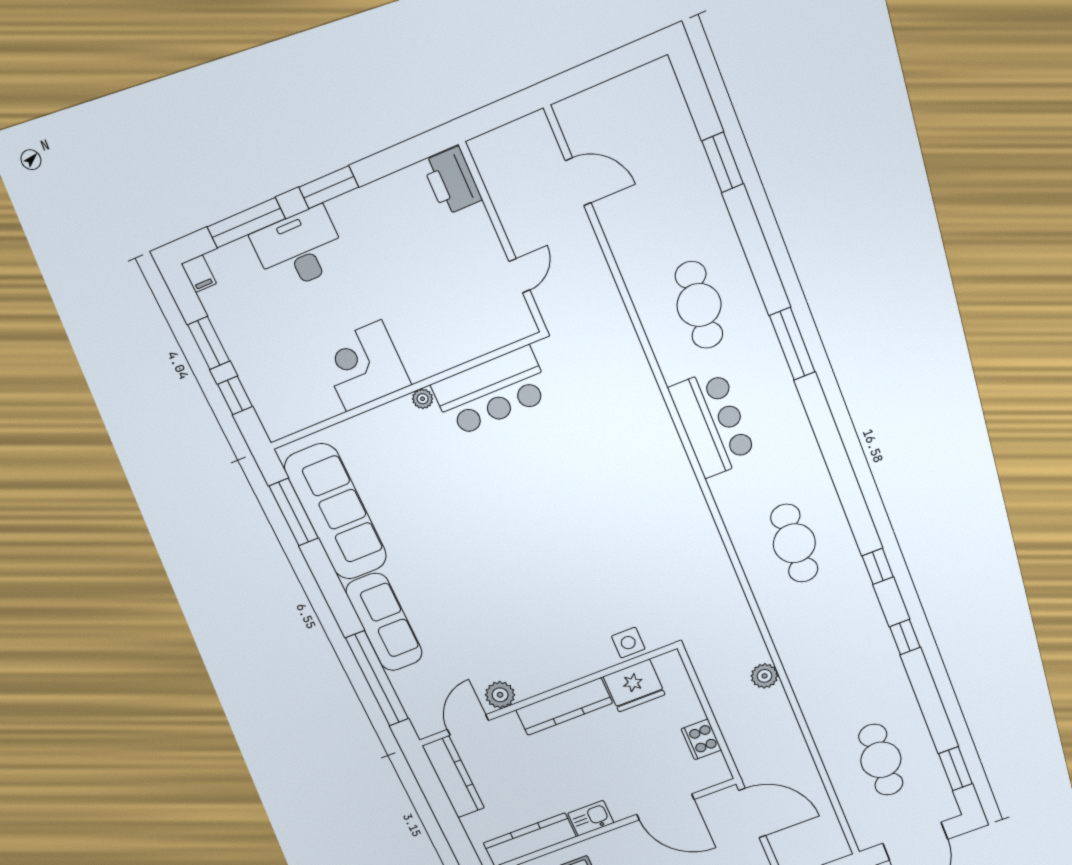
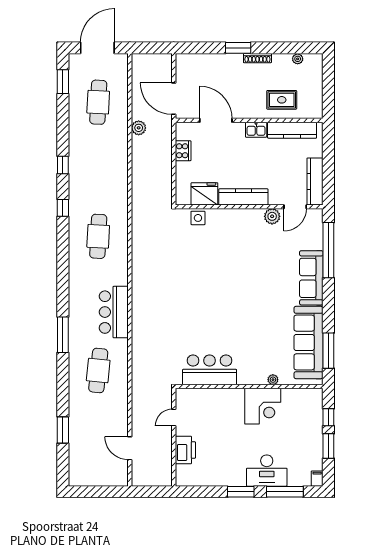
printer: (452, 181) -> (185, 450), moved
plant: (423, 399) -> (273, 380), moved
plant: (765, 676) -> (139, 128), moved

